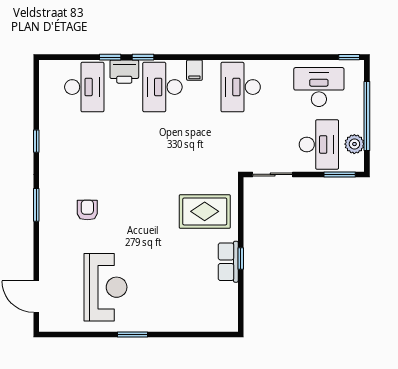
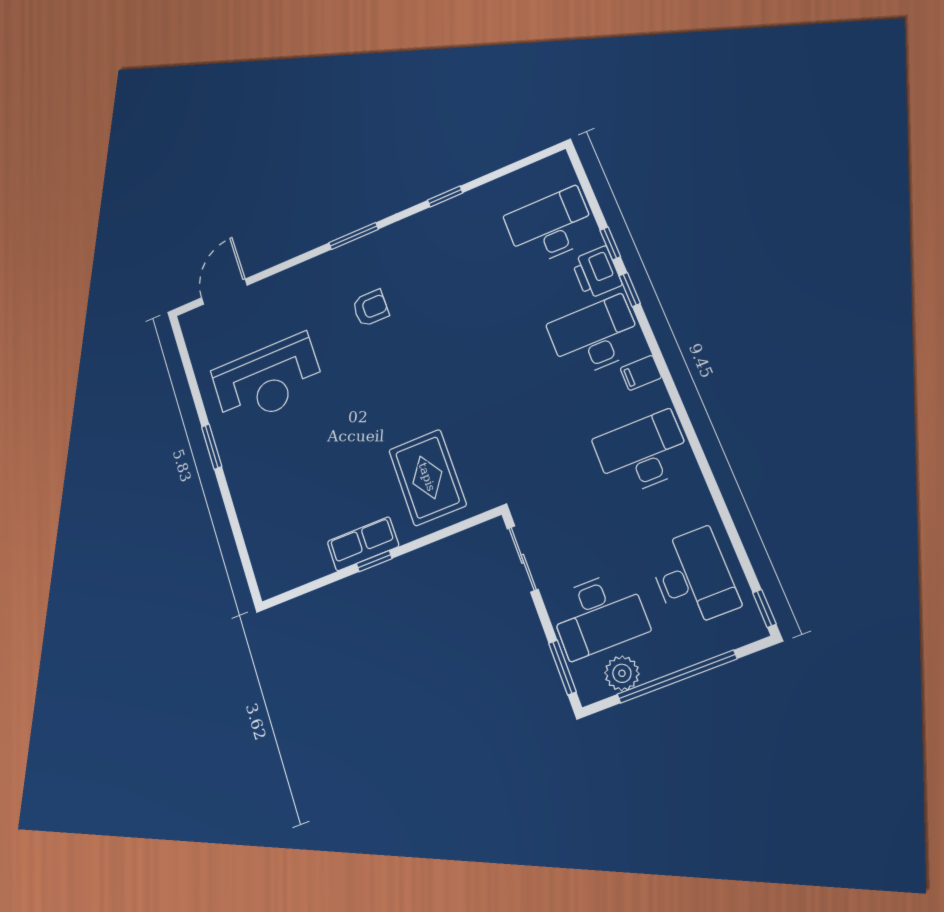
desk: (84, 87) -> (550, 227), turned 180

